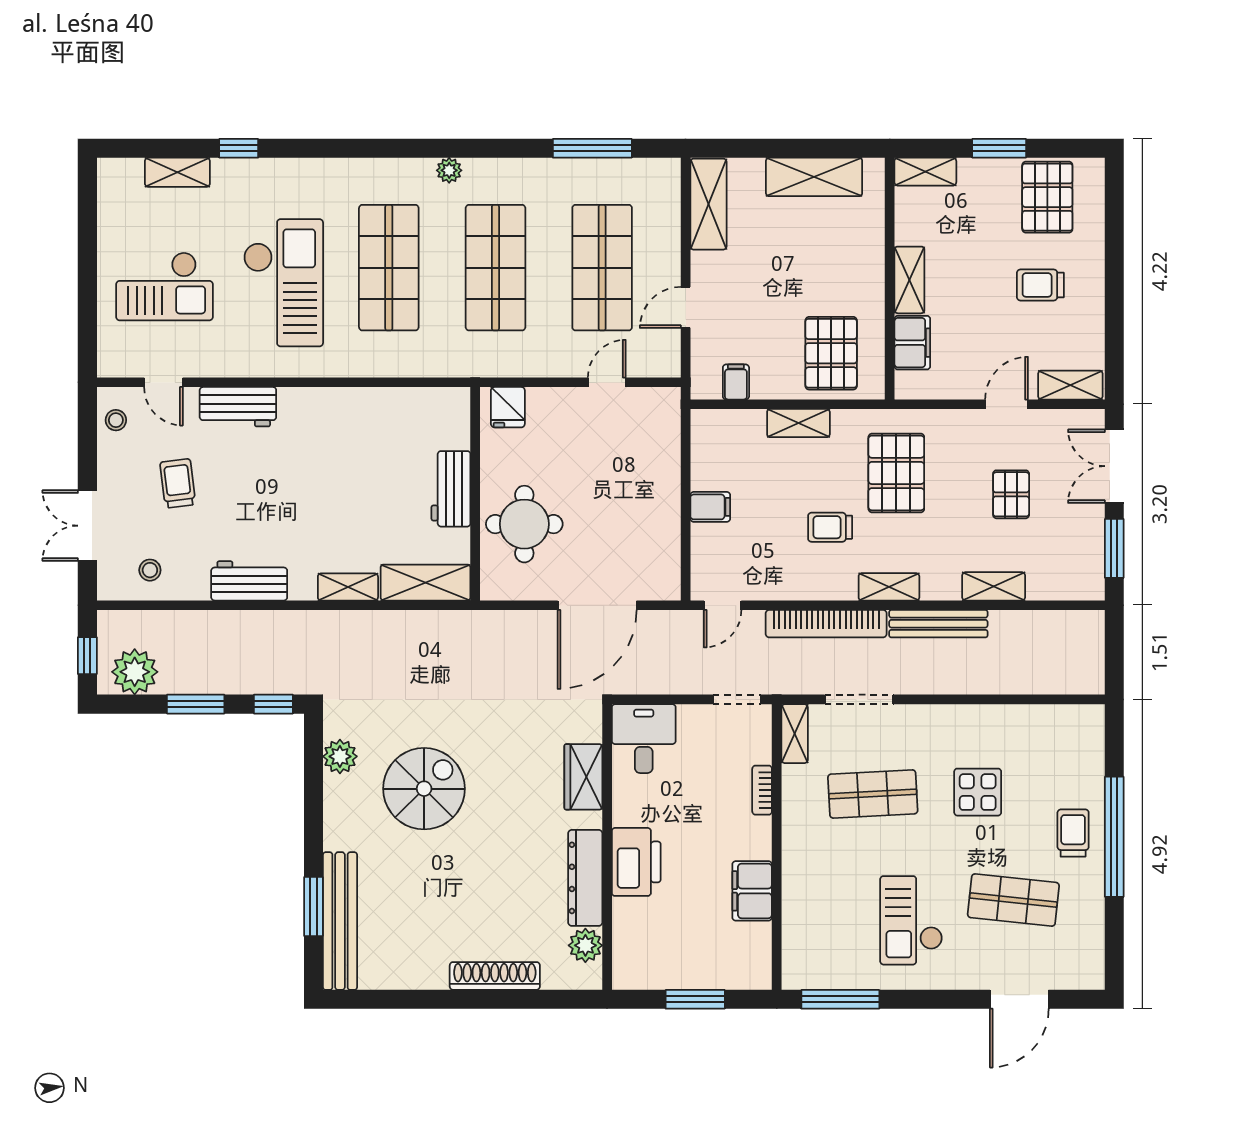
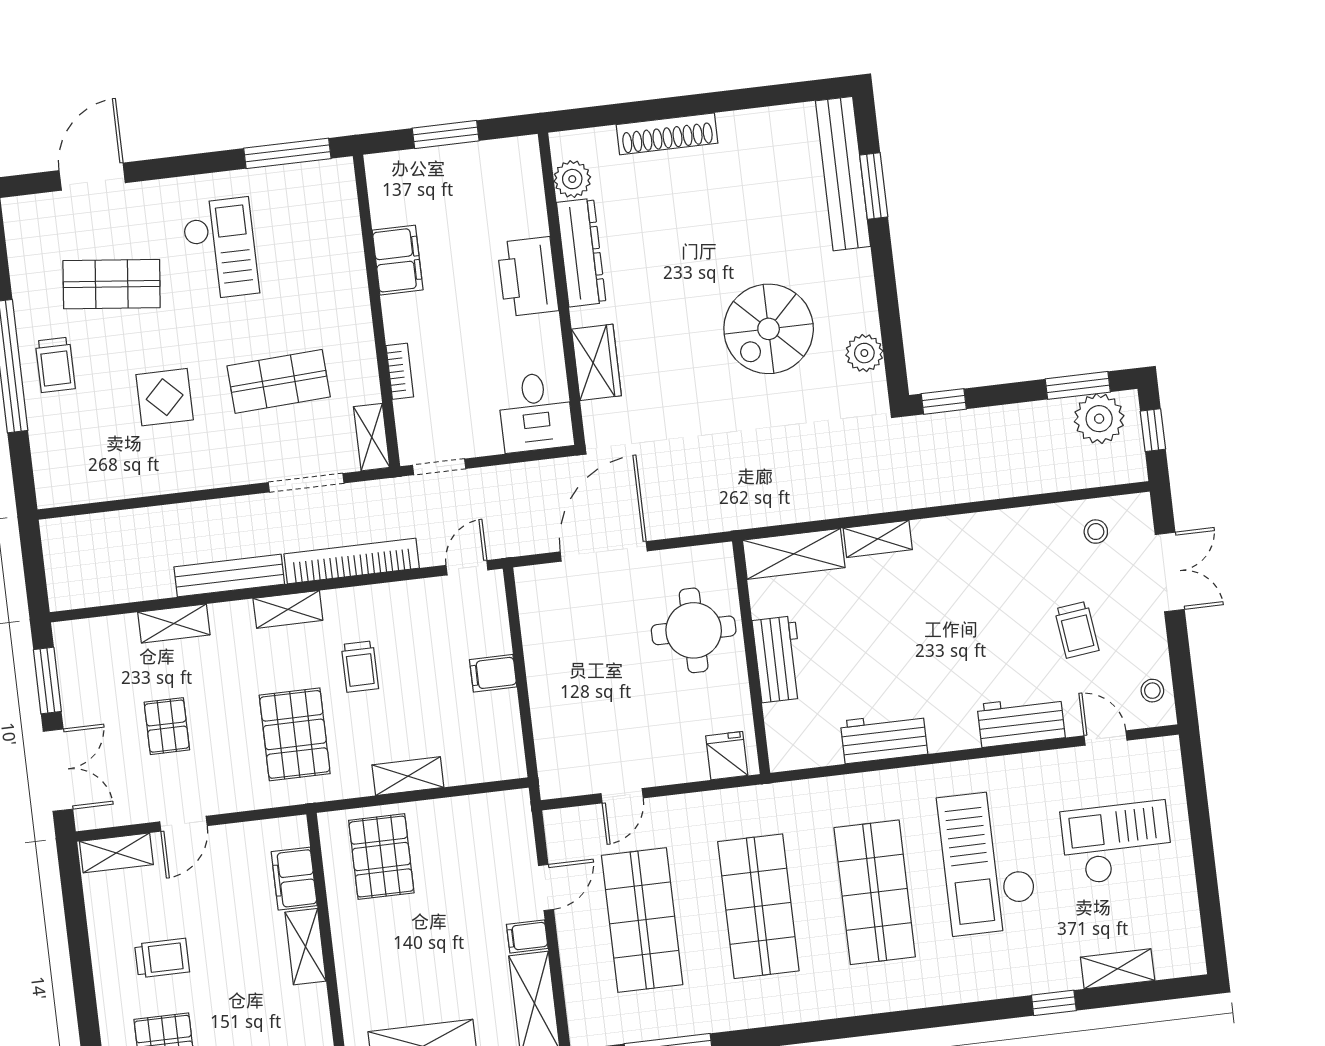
plant: (449, 170) -> (822, 1006), removed
filing cabinet: (736, 382) -> (527, 936), moved, turned 90
trolley: (830, 527) -> (360, 667), turned 90
workbench: (249, 581) -> (884, 738), moved, turned 180
window: (196, 704) -> (1078, 385), moved

